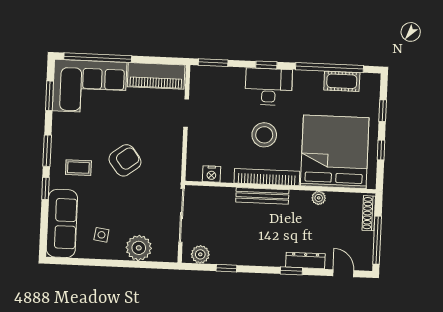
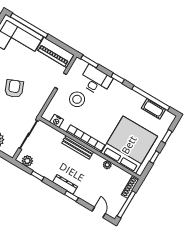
desk: (269, 87) -> (96, 80), moved
stool: (264, 135) -> (77, 99), moved
armchair: (125, 160) -> (14, 89), turned -75
dresser: (305, 260) -> (65, 184), moved

